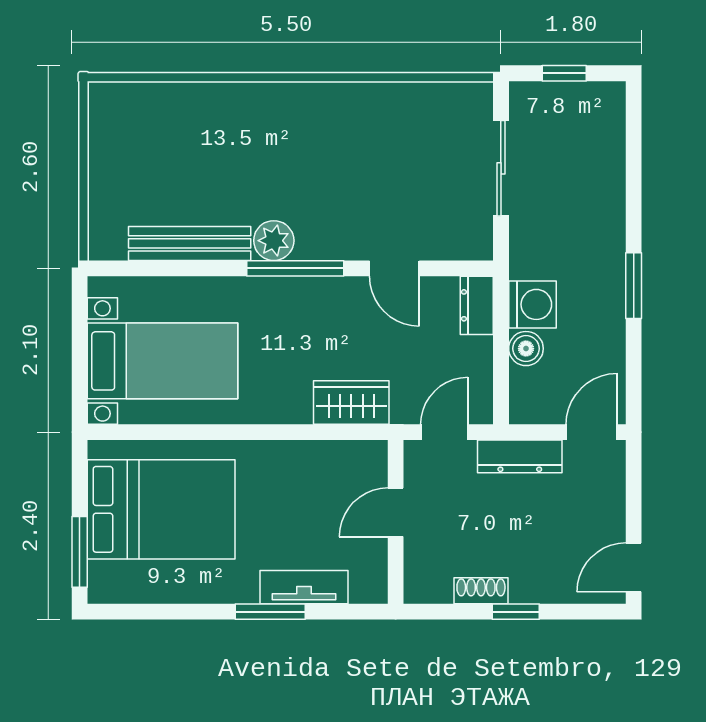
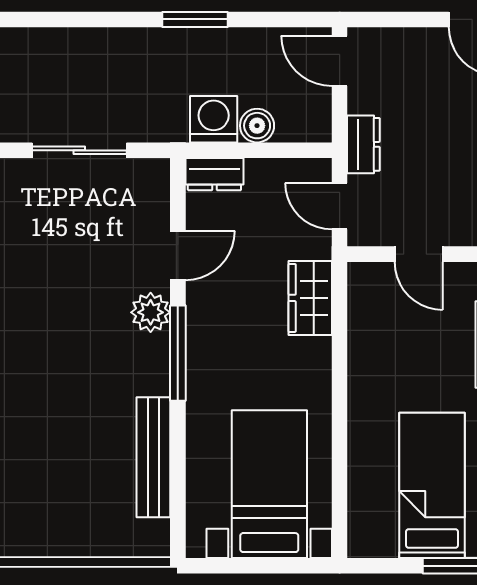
plant: (274, 241) -> (151, 312), moved
dresser: (520, 456) -> (363, 144), width x0.70
bed: (161, 509) -> (432, 485), width x0.67

